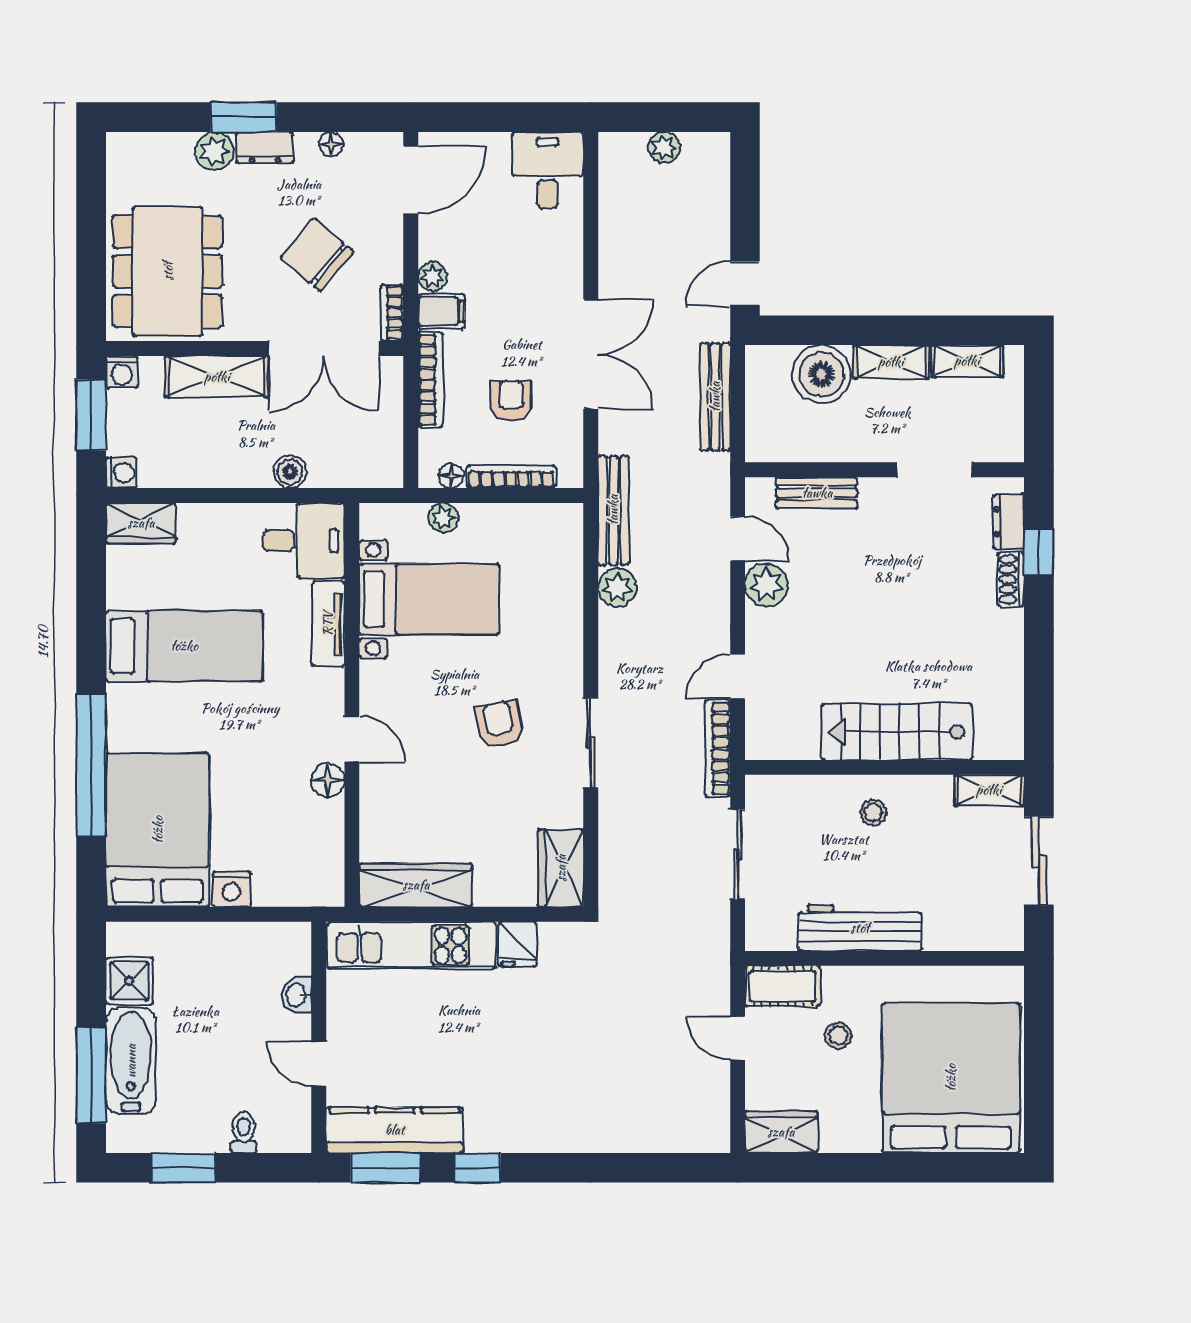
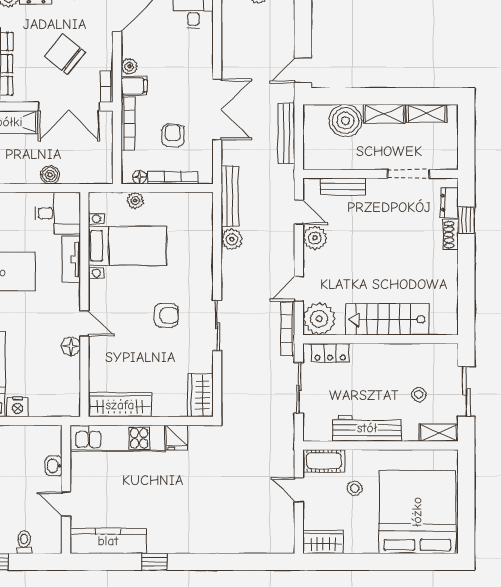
armchair: (499, 725) -> (166, 315), turned 101
plant: (774, 731) -> (319, 319), added
shelving: (989, 790) -> (439, 433), moved
locker: (794, 792) -> (330, 353), added
stool: (873, 813) -> (419, 394), moved
window: (385, 1168) -> (103, 562), removed

